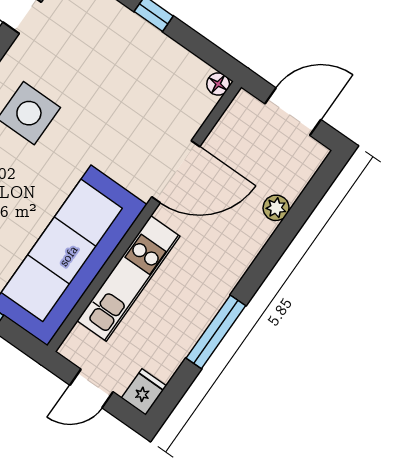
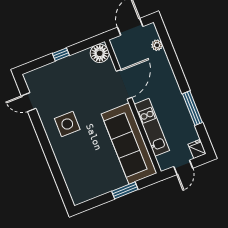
floor lamp: (218, 84) -> (100, 53), width x1.89, depth x1.89
plant: (276, 208) -> (157, 45), moved

